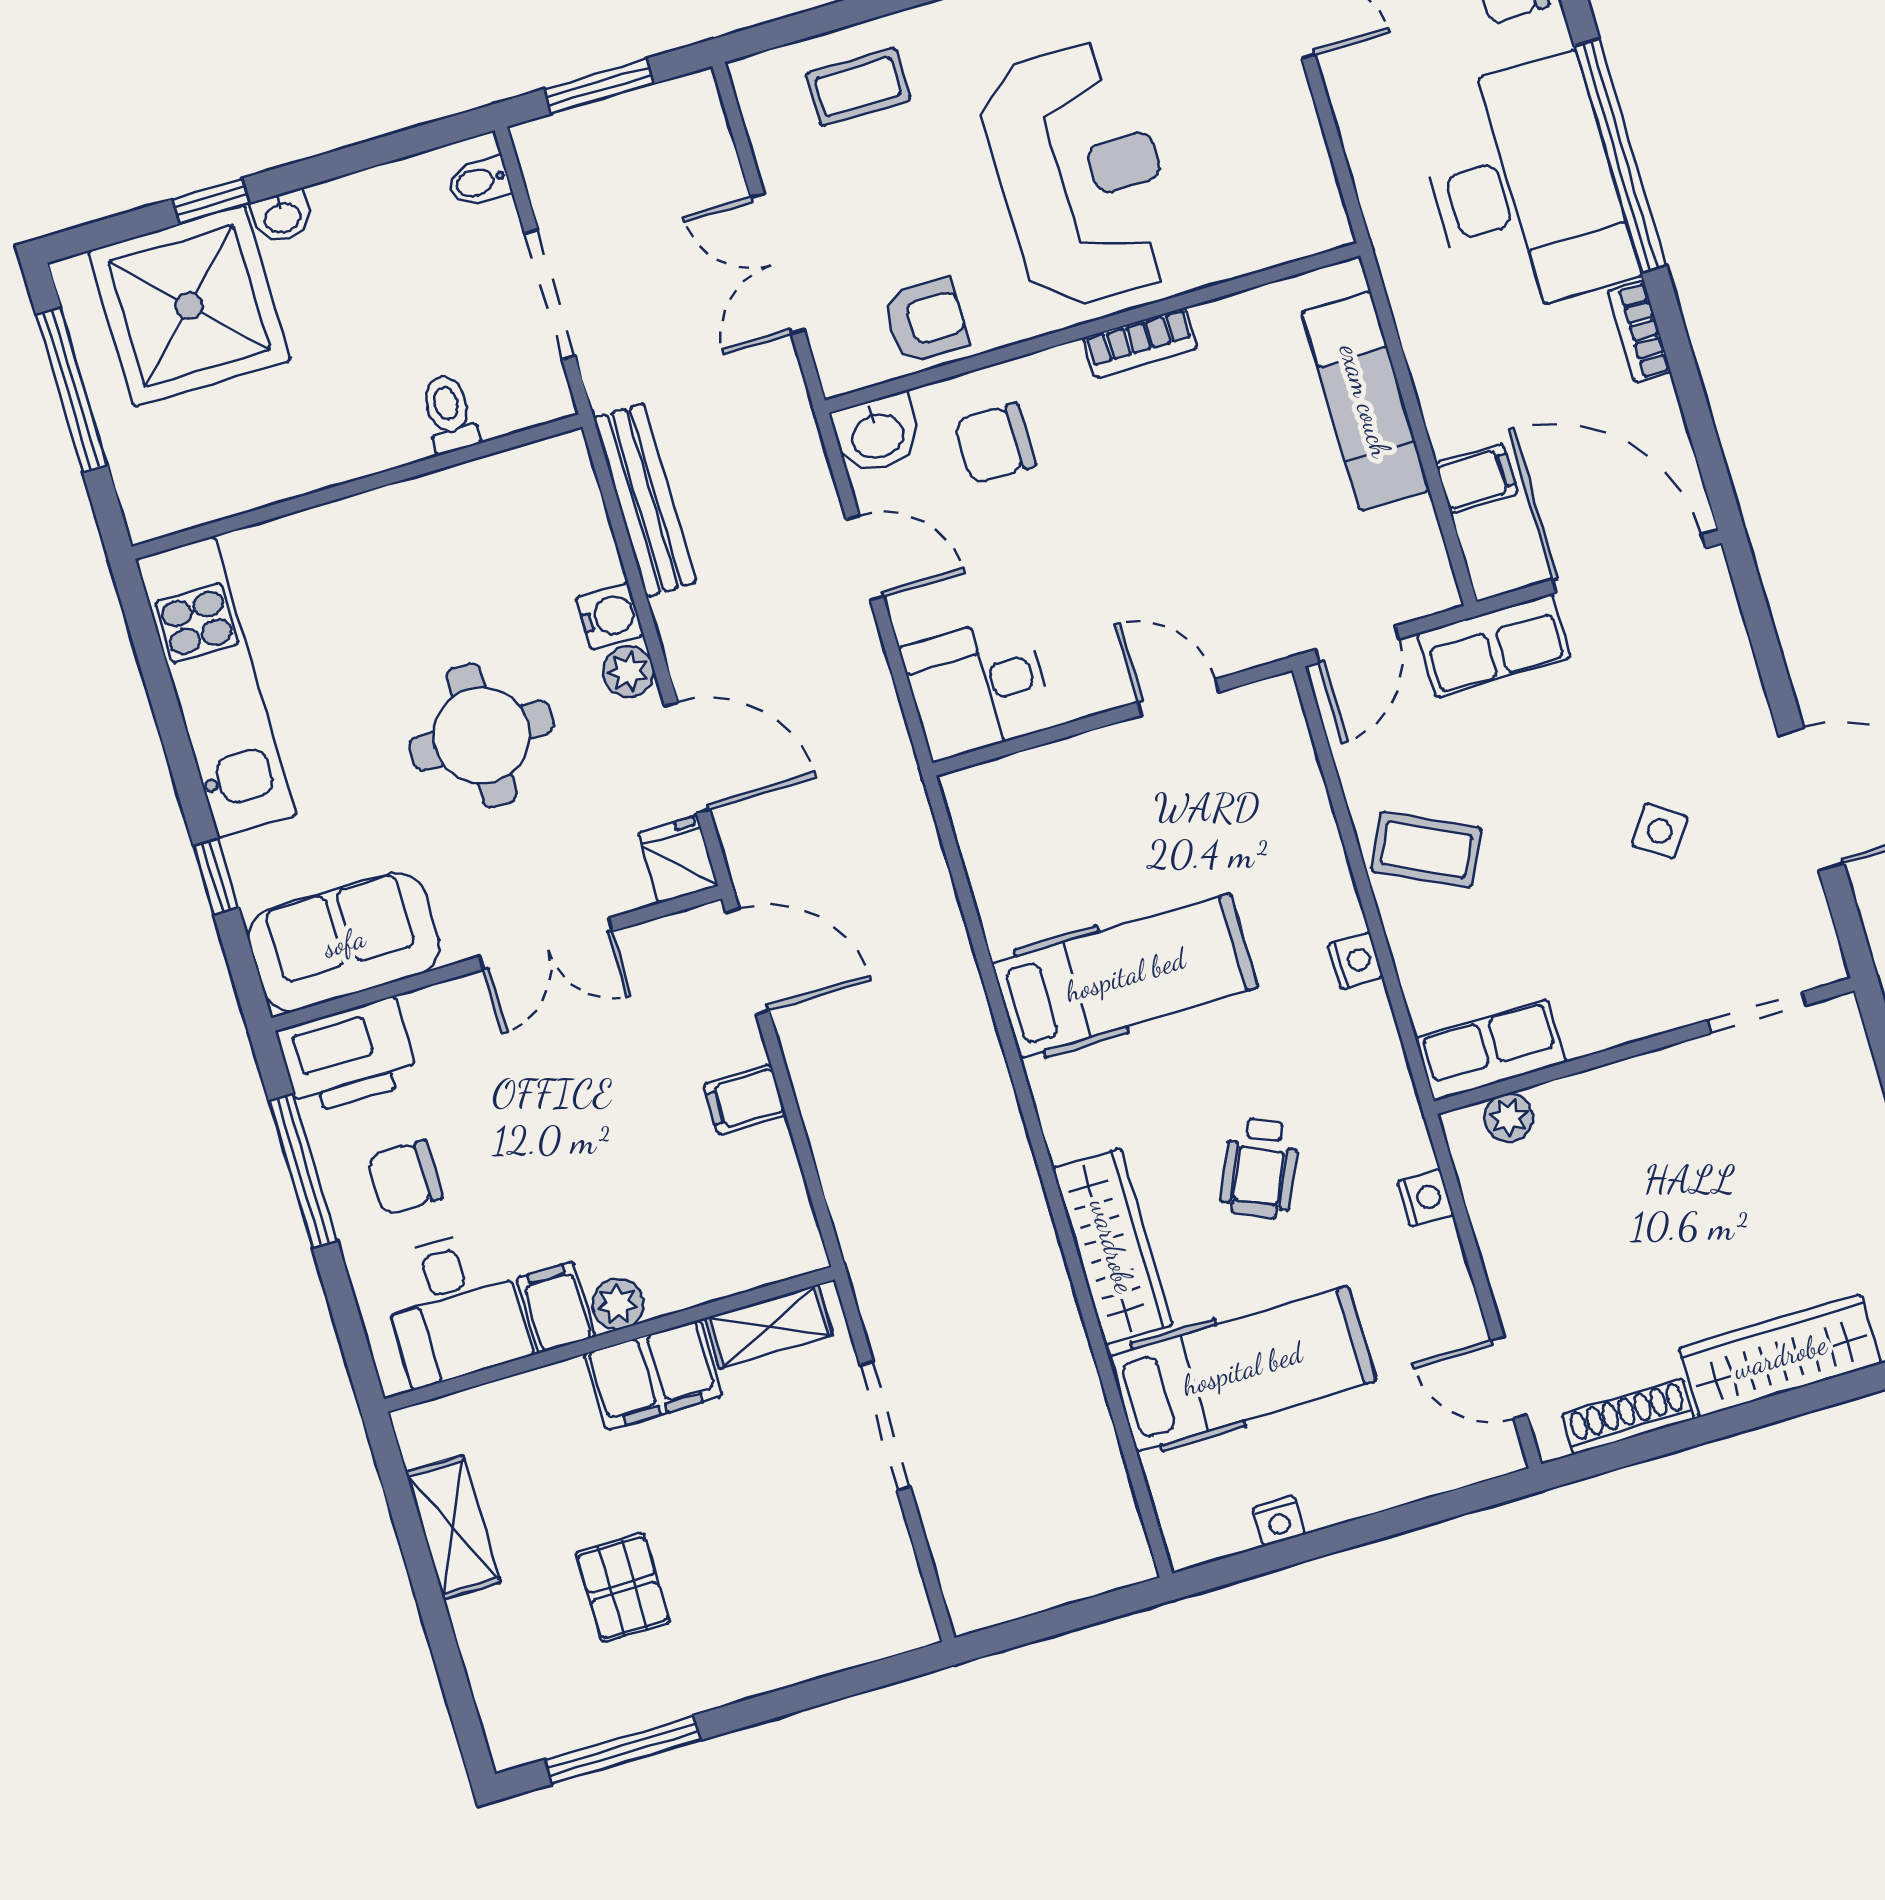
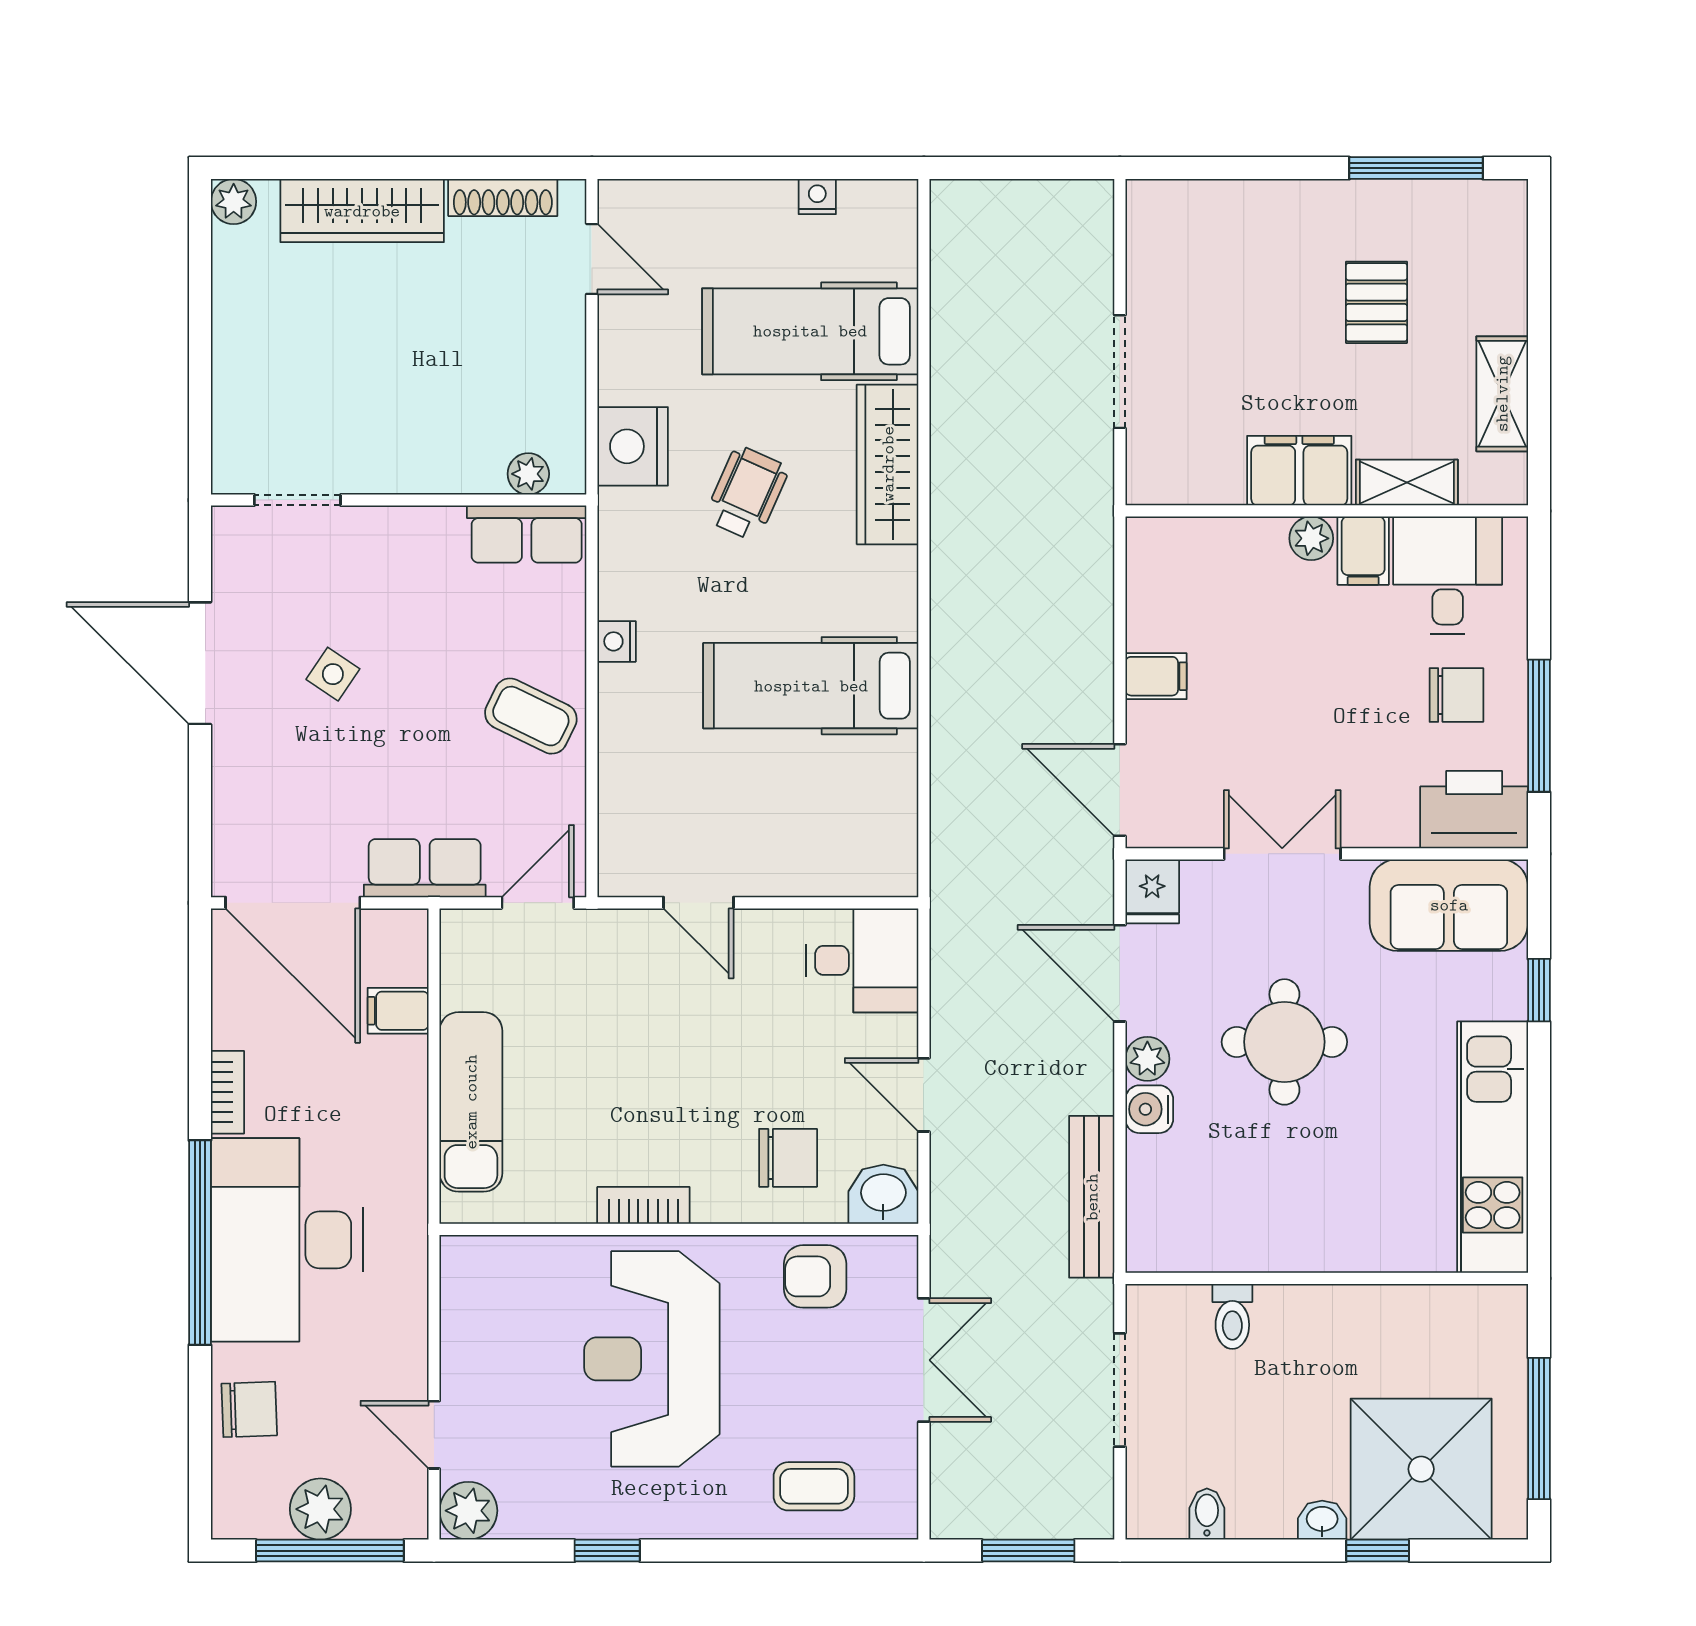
bidet: (479, 182) -> (1207, 1514), moved, turned -90
nightstand: (1425, 1198) -> (633, 446), width x1.89, depth x1.79
shelving: (769, 1326) -> (1407, 483), moved

